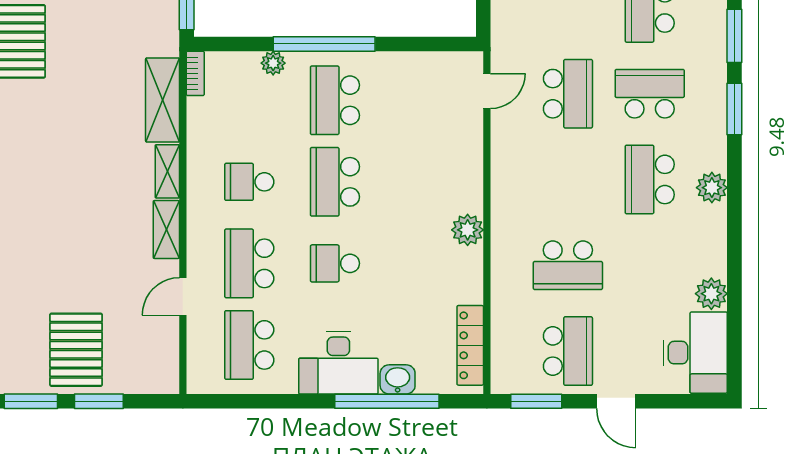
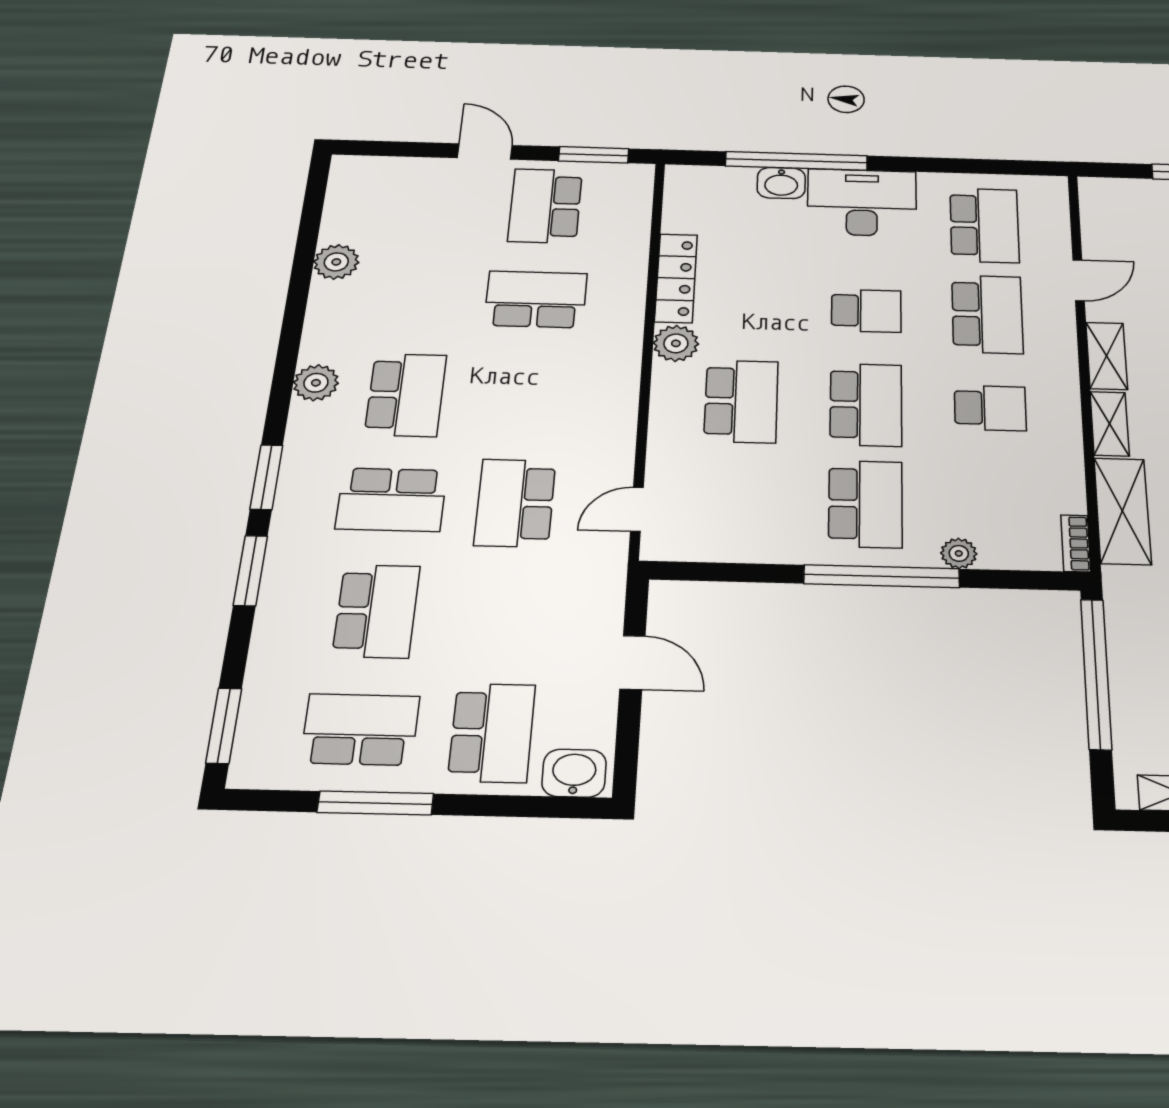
school desk: (421, 182) -> (741, 401), added
locker: (470, 345) -> (676, 278), moved
desk: (695, 353) -> (369, 199), removed

